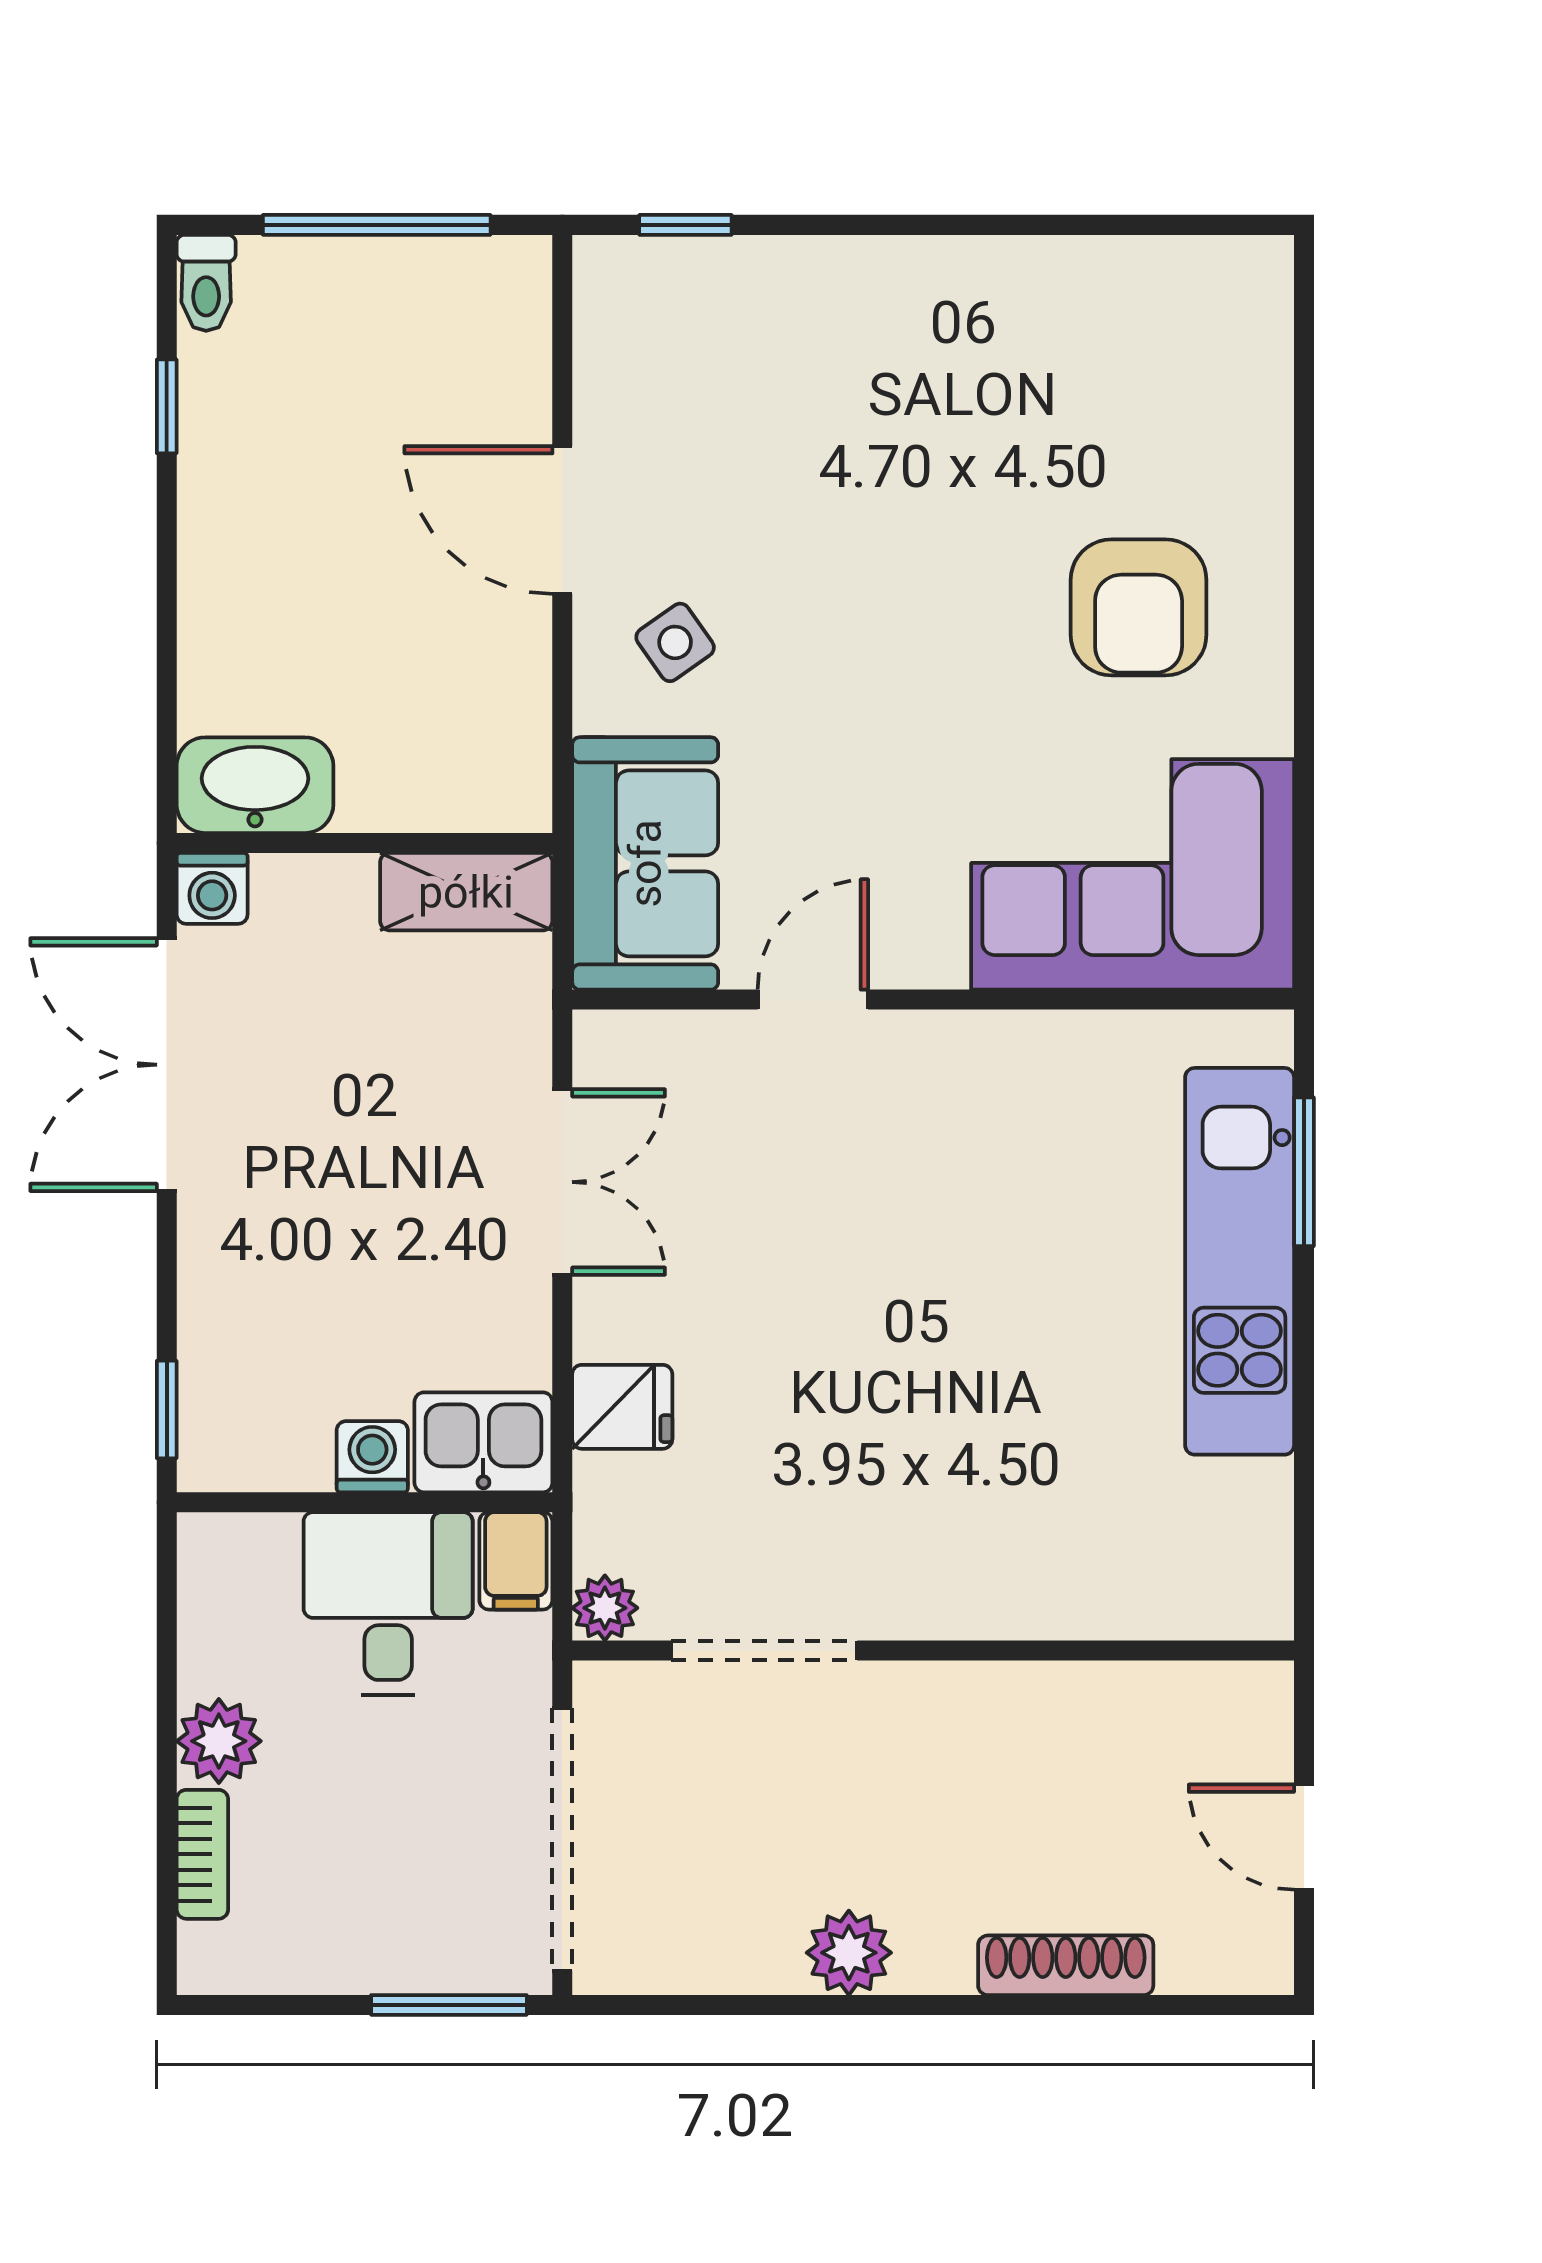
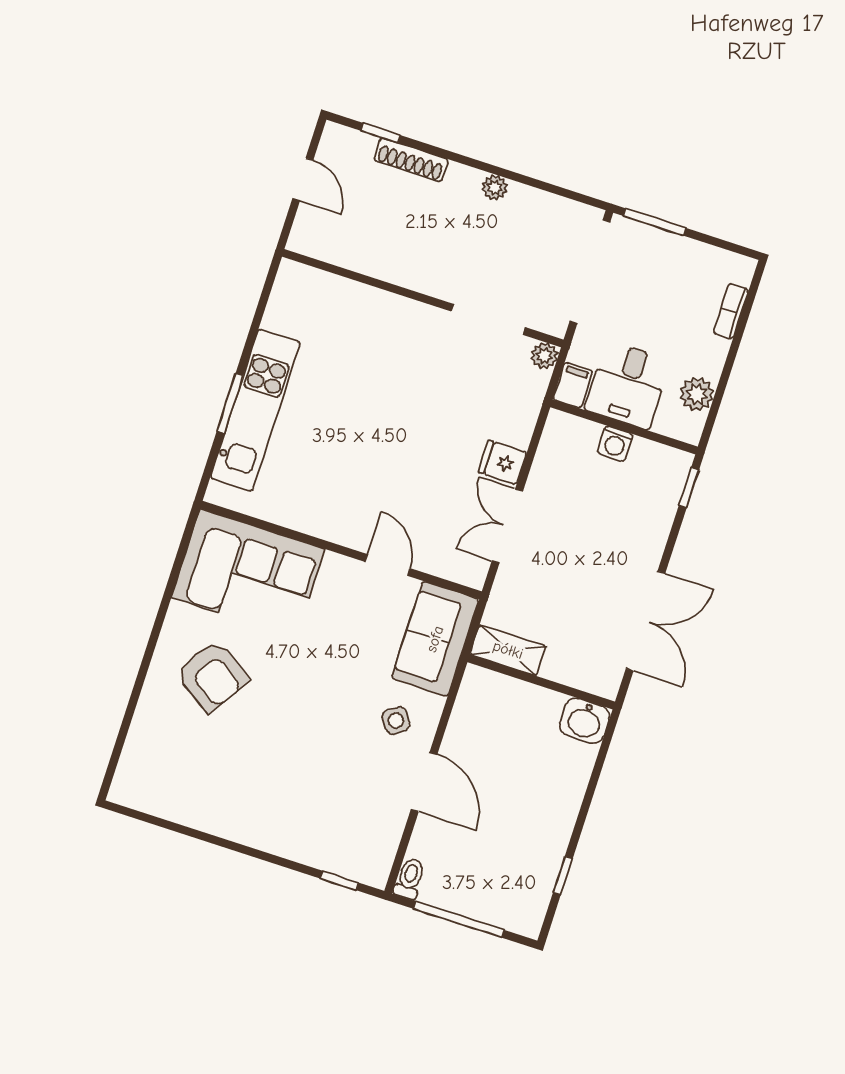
toilet: (206, 283) -> (410, 879), moved
armchair: (1139, 607) -> (212, 676), turned 124
washbasin: (255, 785) -> (585, 721), width x0.72
washing machine: (212, 888) -> (606, 683), removed
door: (813, 1000) -> (387, 565), swing flipped
window: (1304, 1172) -> (230, 403), moved
fridge: (622, 1407) -> (502, 462), moved
kitchen sink: (483, 1442) -> (570, 435), removed
plant: (219, 1741) -> (697, 394), moved
plant: (849, 1953) -> (495, 187), width x0.73, depth x0.73
window: (1157, 2005) -> (381, 133), added

